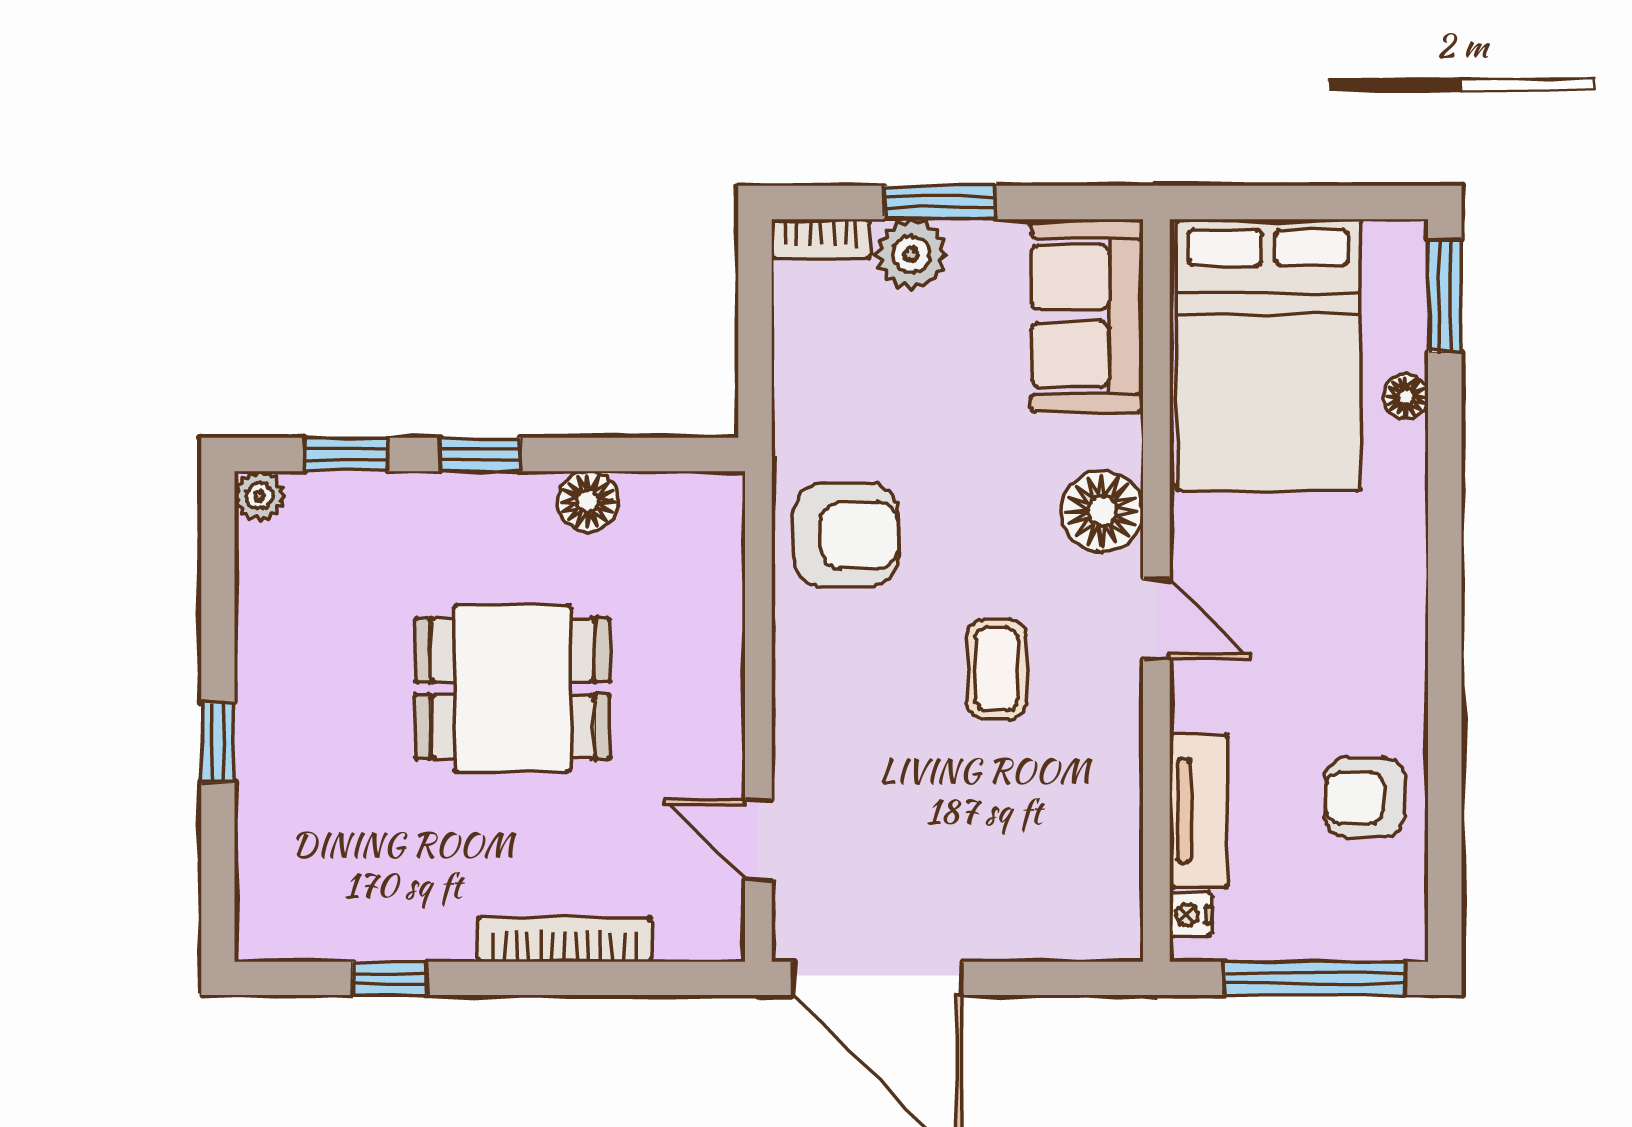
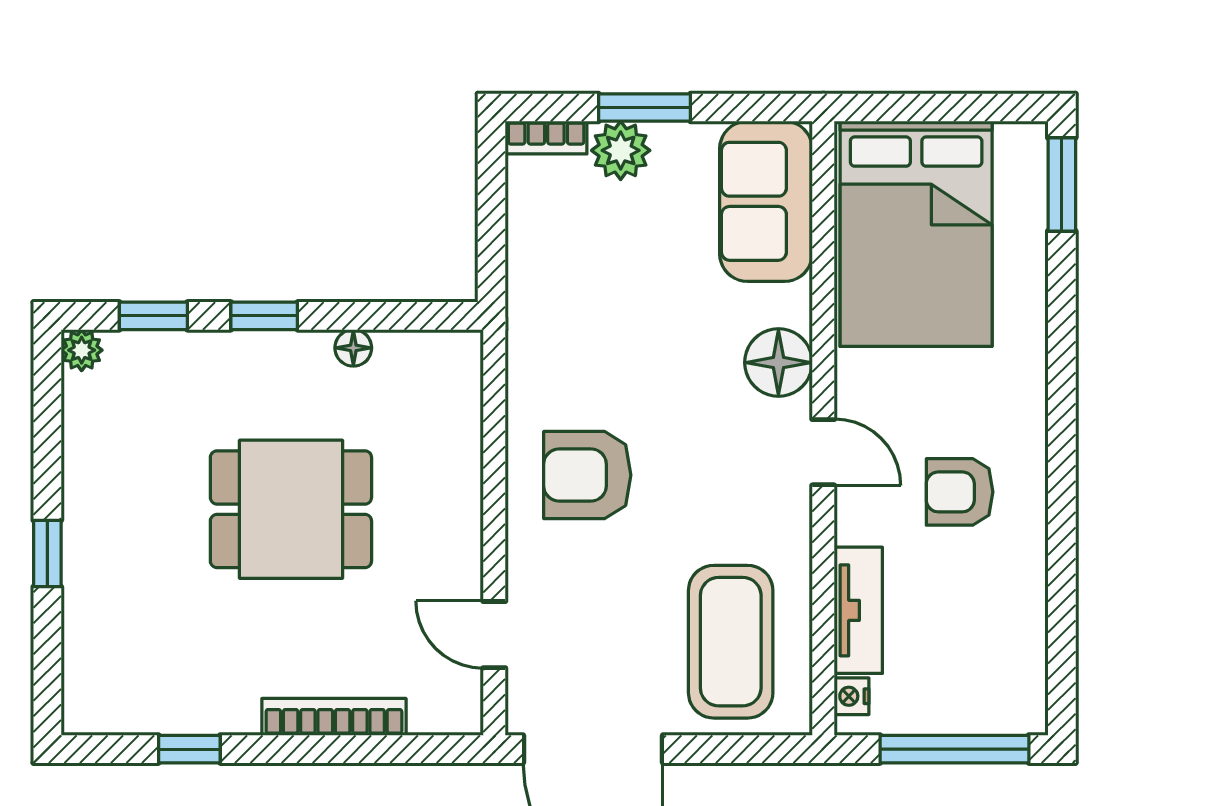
floor lamp: (1406, 397) -> (1030, 268), removed
floor lamp: (588, 501) -> (353, 348), width x0.73, depth x0.73
armchair: (846, 535) -> (587, 475), moved, turned 180
coffee table: (996, 669) -> (731, 642), moved, width x1.86, depth x1.72
armchair: (1365, 797) -> (960, 492), moved

